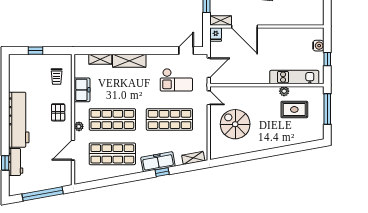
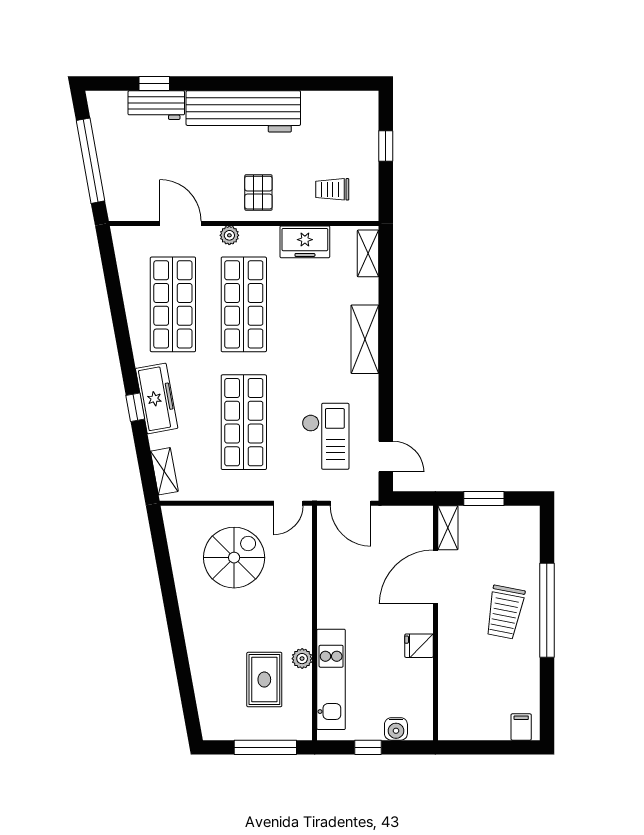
fridge: (216, 34) -> (419, 646), moved
shelving: (100, 59) -> (368, 253), moved
checkout: (176, 80) -> (326, 436), turned 180
pallet: (58, 112) -> (258, 193), turned 90

